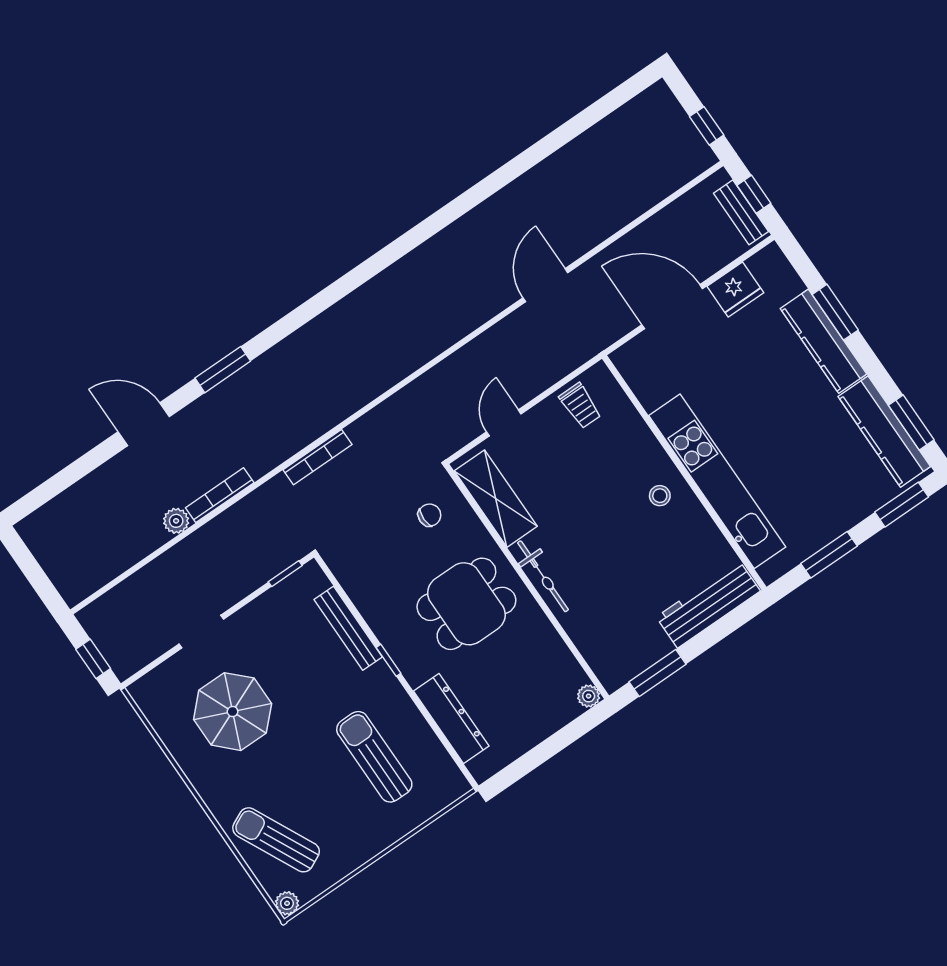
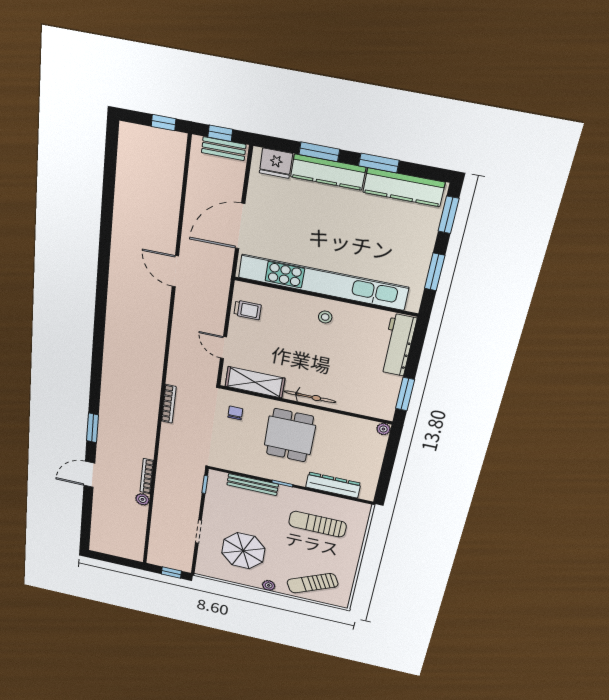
fridge: (735, 289) -> (276, 163), moved, turned 90
window: (911, 422) -> (379, 163), moved
bookcase: (317, 457) -> (169, 404), moved
kitchen unit: (717, 481) -> (323, 282), width x1.36
plant: (287, 903) -> (269, 585), moved

